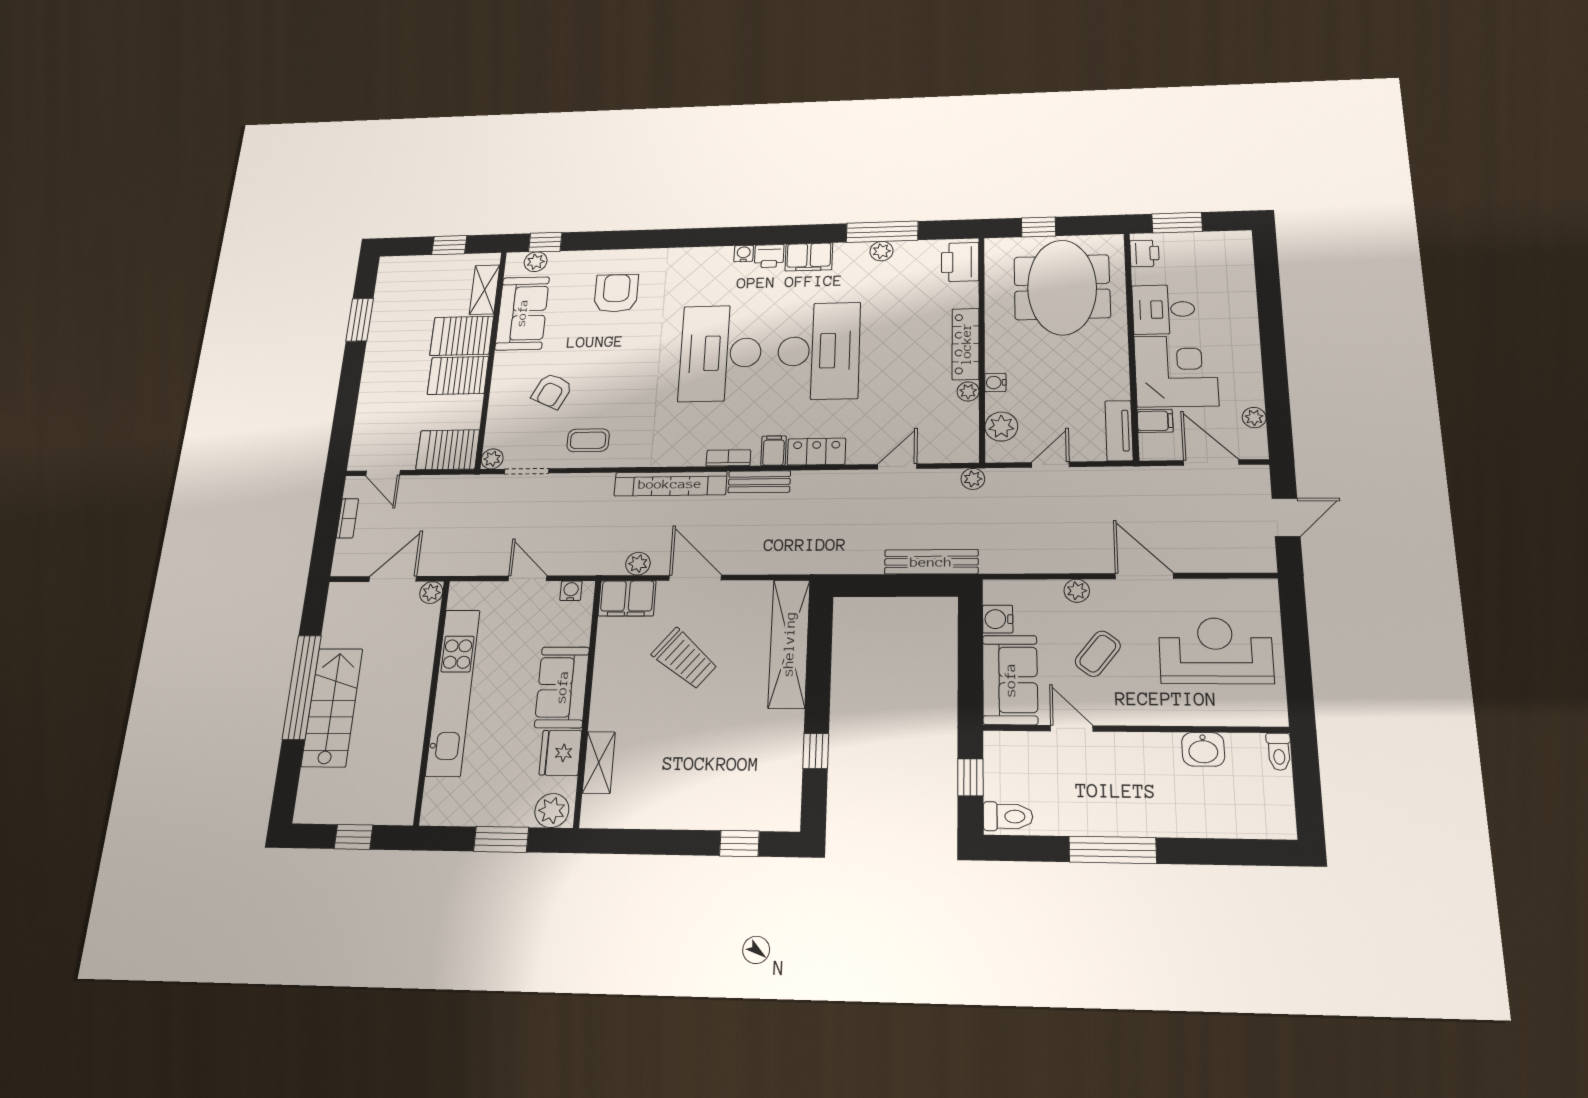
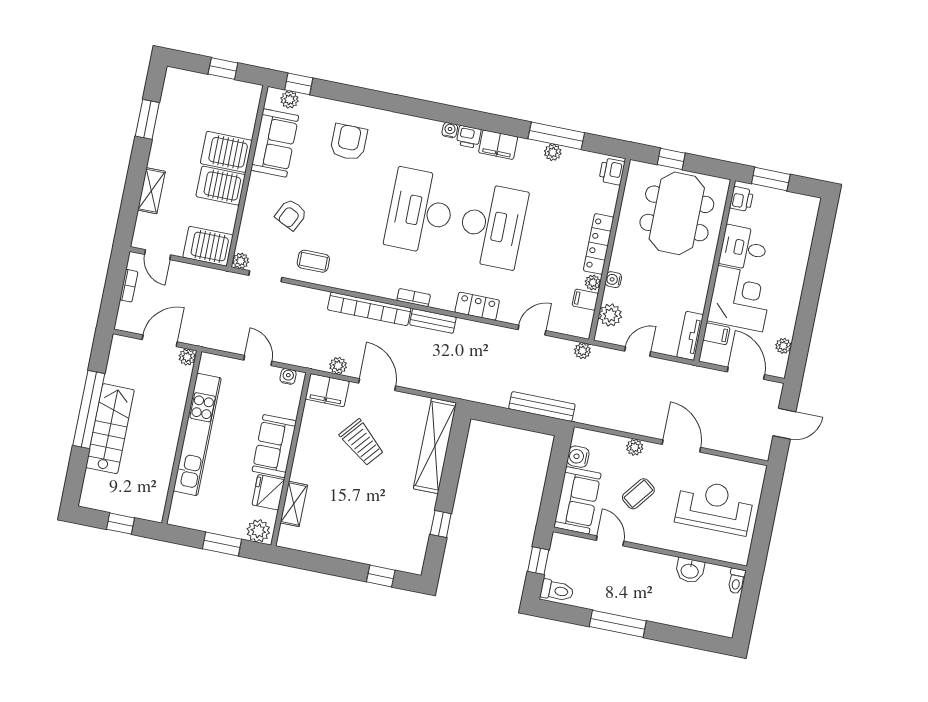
printer: (960, 262) -> (612, 171), width x0.73, depth x0.81
shelving: (485, 290) -> (151, 191), moved
filing cabinet: (774, 451) -> (585, 300), moved, turned -90

